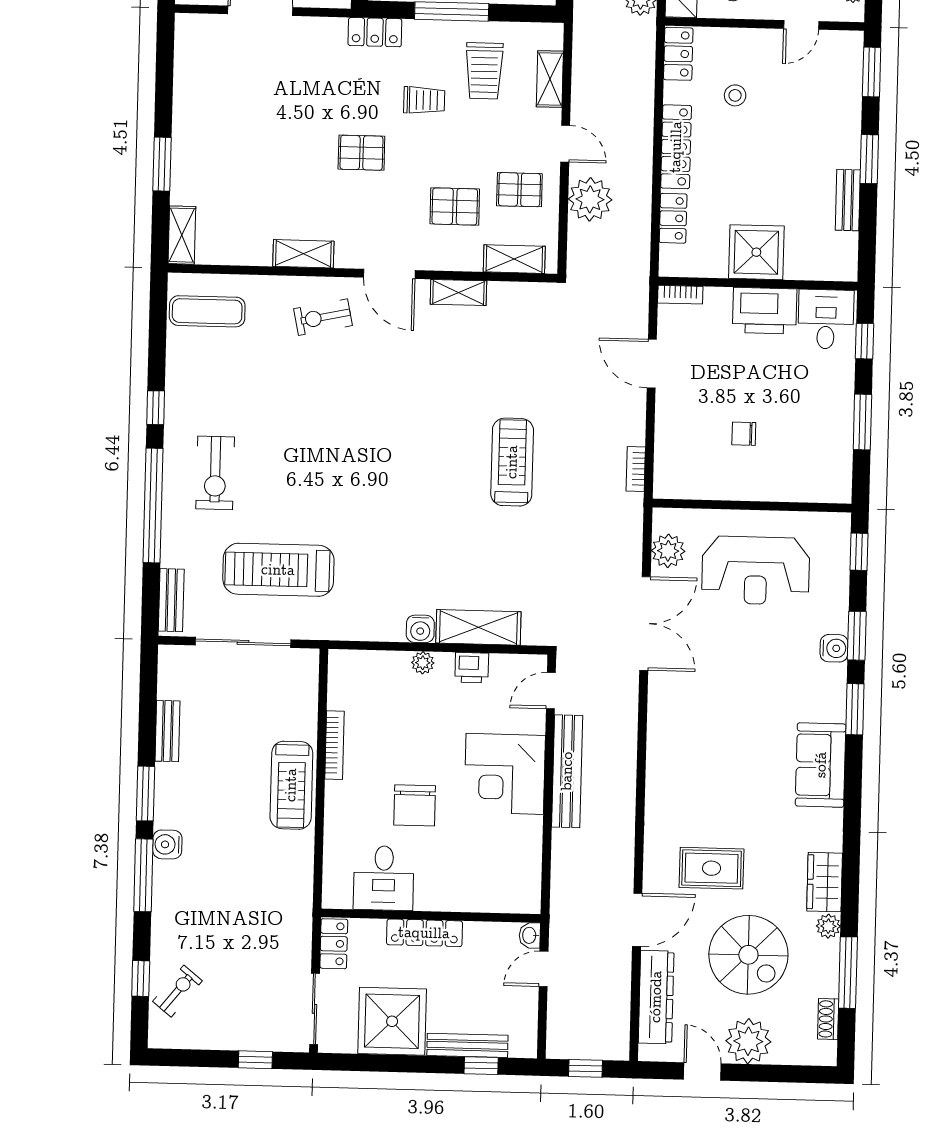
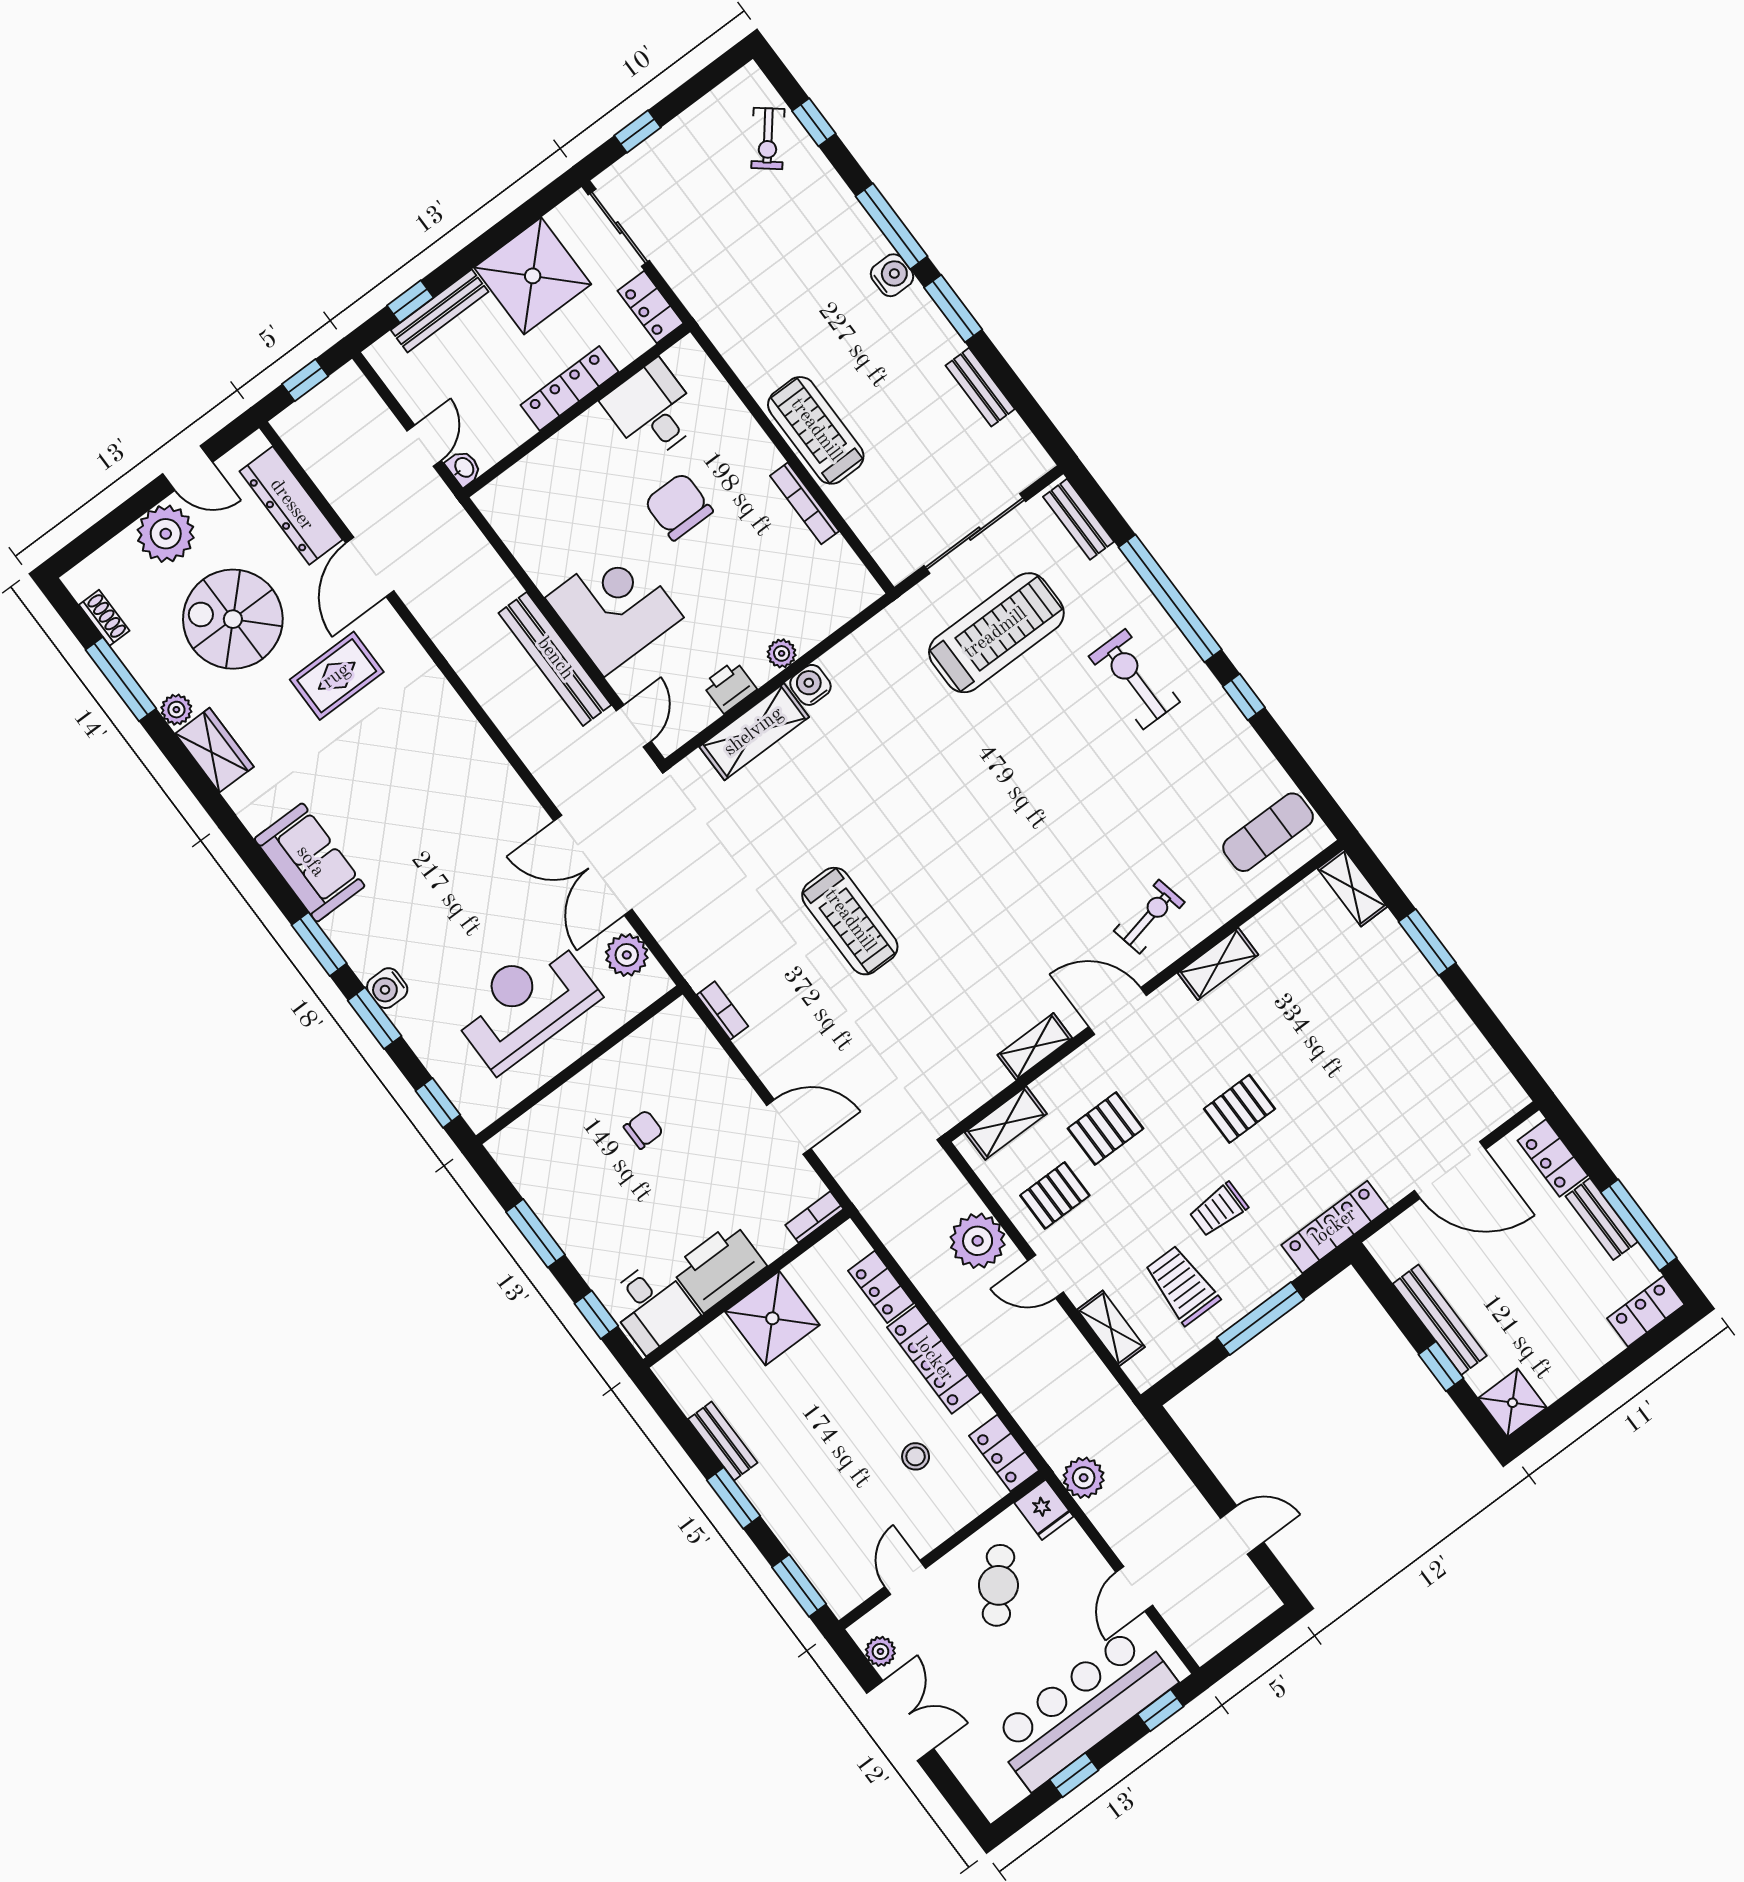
locker: (375, 32) -> (1335, 1227), width x1.53

